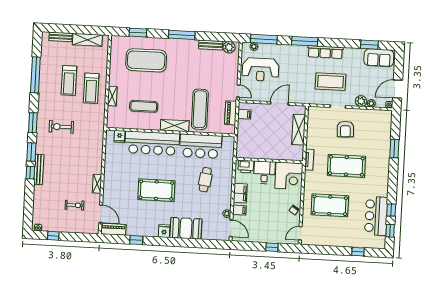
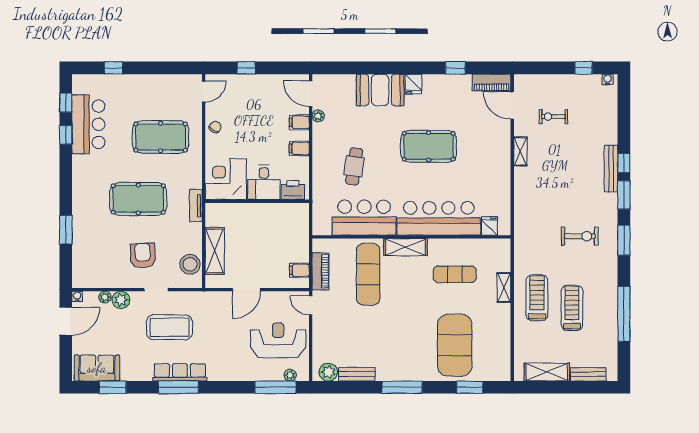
window: (305, 41) -> (179, 387), moved
exercise mat: (146, 60) -> (455, 345), turned 90
stool: (315, 122) -> (190, 264), added
filing cabinet: (240, 193) -> (299, 148), width x0.50

